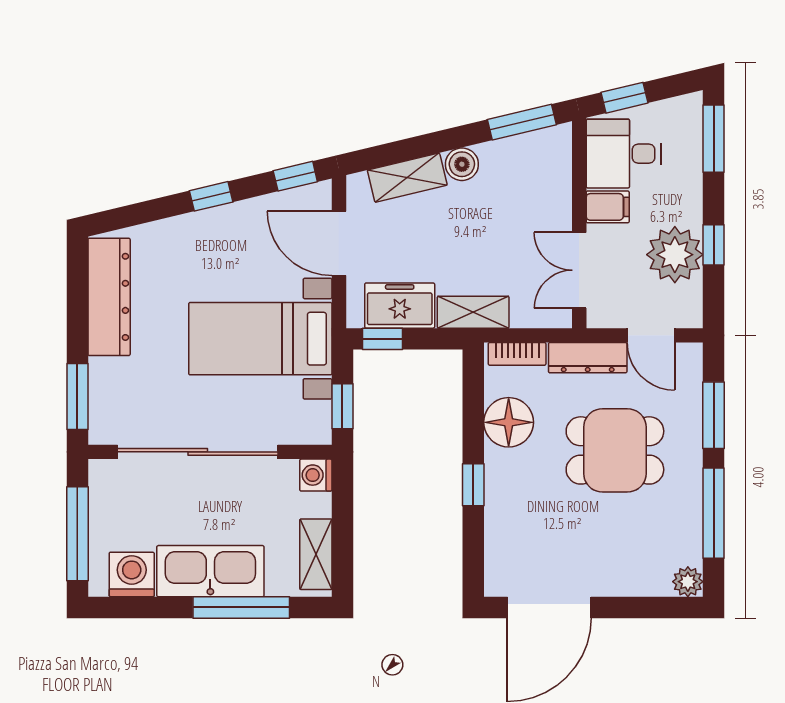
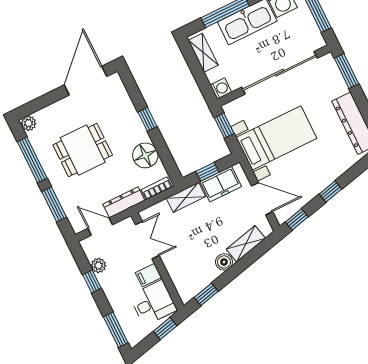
window: (522, 122) -> (206, 294), width x0.67
plant: (675, 255) -> (98, 265), width x0.53, depth x0.53
window: (382, 339) -> (207, 172), moved
dining table: (615, 450) -> (83, 150), moved

